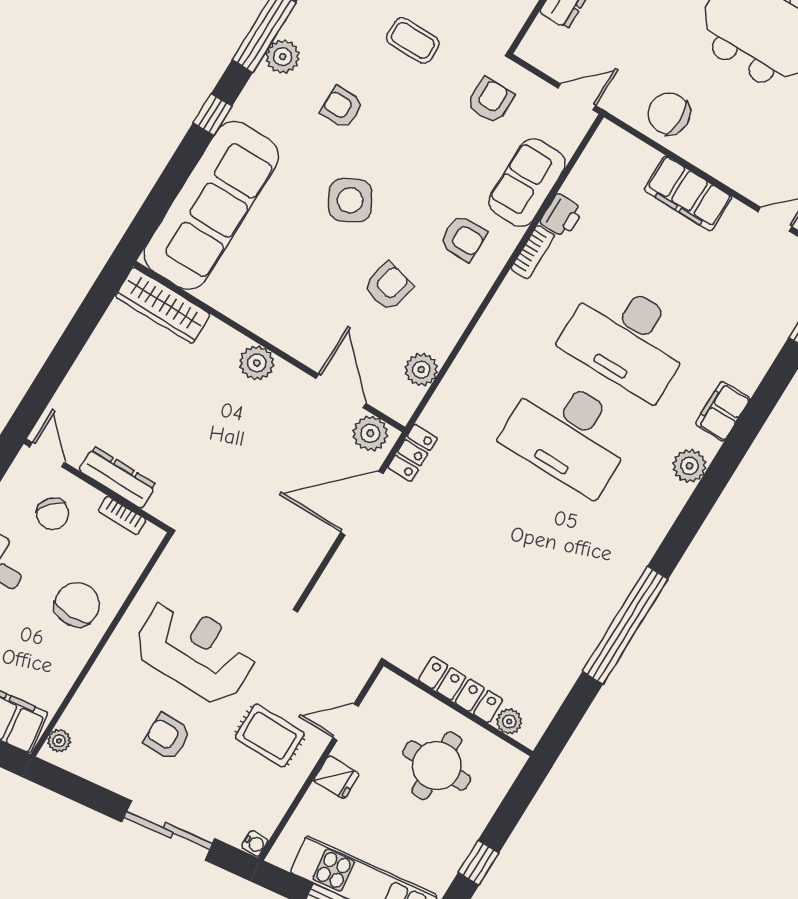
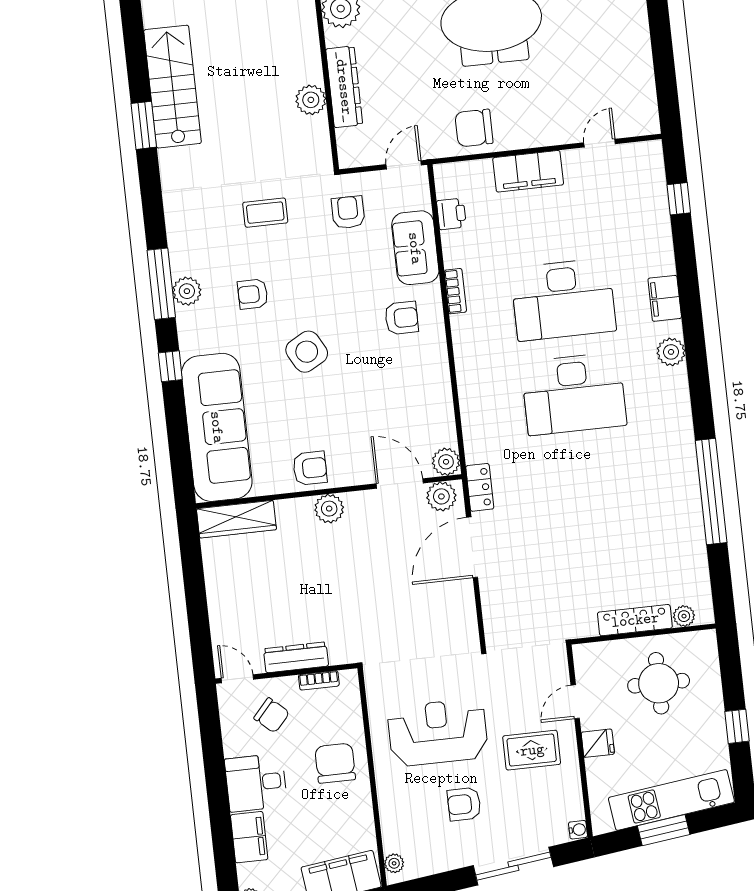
printer: (562, 216) -> (451, 214), moved
armchair: (388, 286) -> (310, 468), moved, turned 77
plant: (421, 370) -> (446, 462), moved

